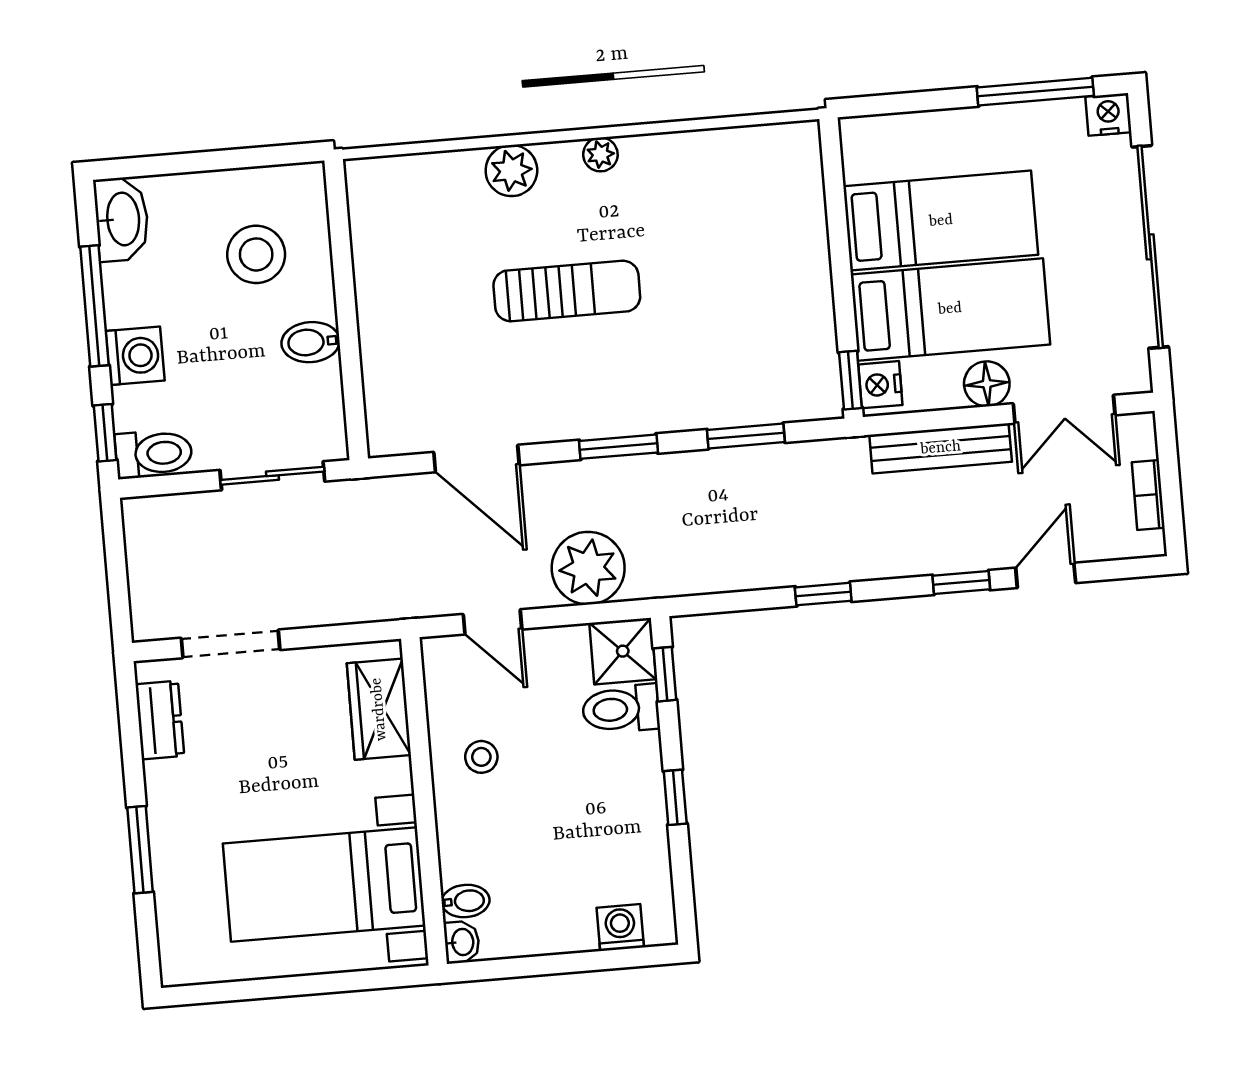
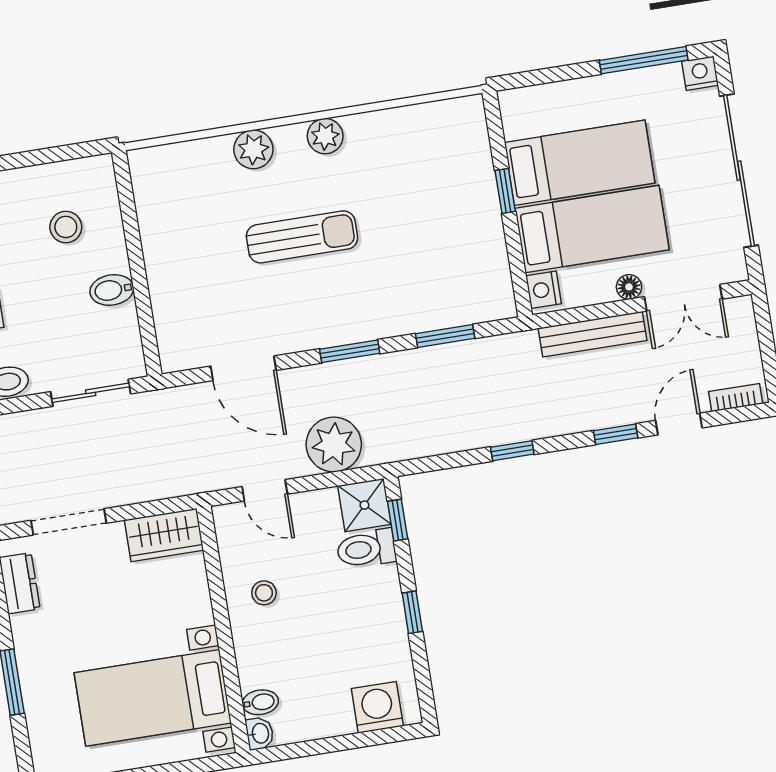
plant: (600, 154) -> (325, 136), width x1.38, depth x1.38
stool: (256, 254) -> (66, 227), width x0.73, depth x0.73
window: (850, 380) -> (505, 191), moved
floor lamp: (987, 384) -> (629, 287), width x0.73, depth x0.73
bookcase: (1148, 495) -> (736, 398), moved, turned 90
wardrobe: (379, 709) -> (164, 535), moved, turned -90
washing machine: (620, 928) -> (377, 707), width x1.38, depth x1.38

